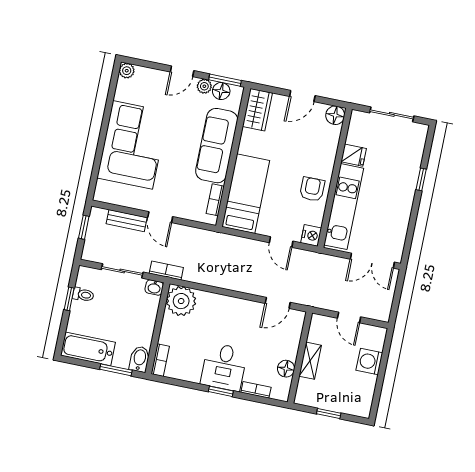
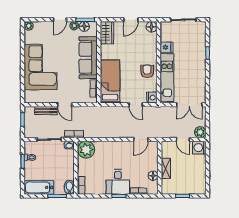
plant: (381, 311) -> (200, 132), added
washing machine: (369, 361) -> (199, 148), moved

